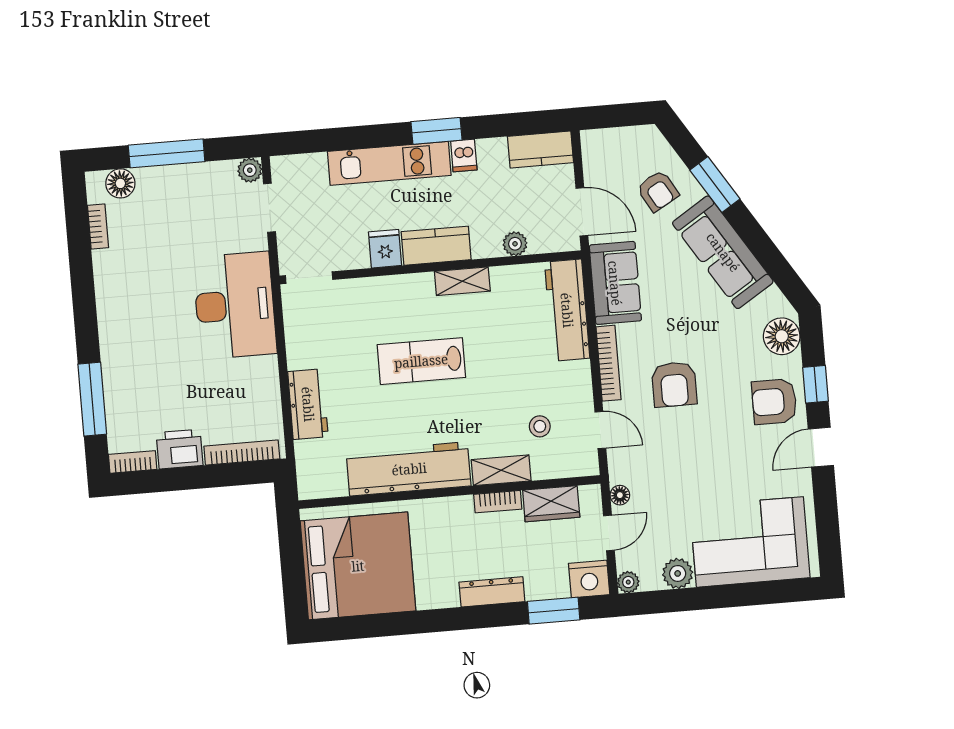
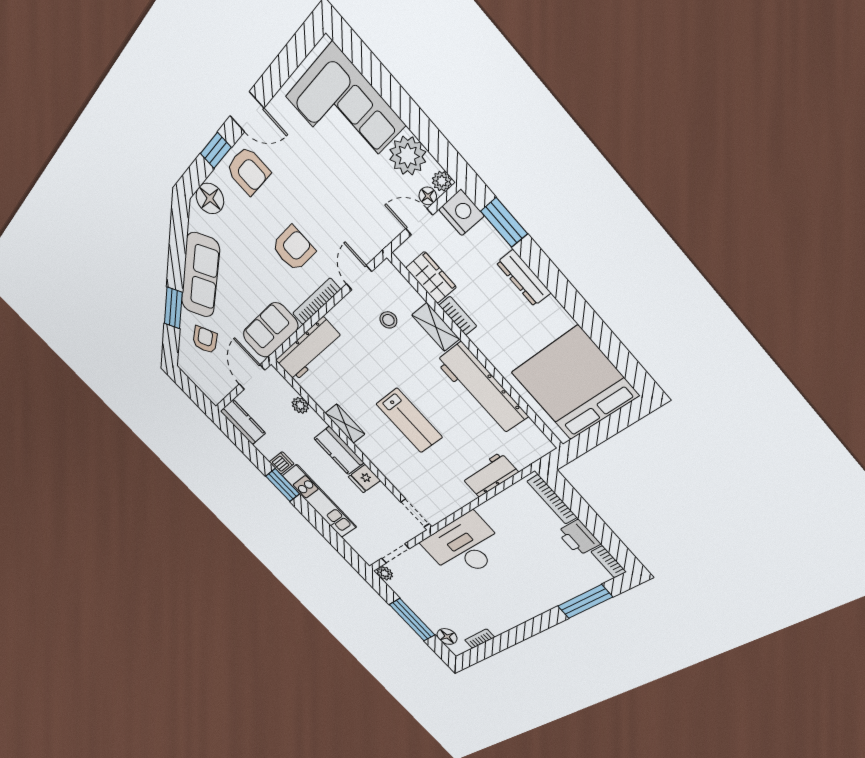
floor lamp: (620, 495) -> (428, 196), moved
plant: (678, 573) -> (408, 156), width x1.36, depth x1.36

